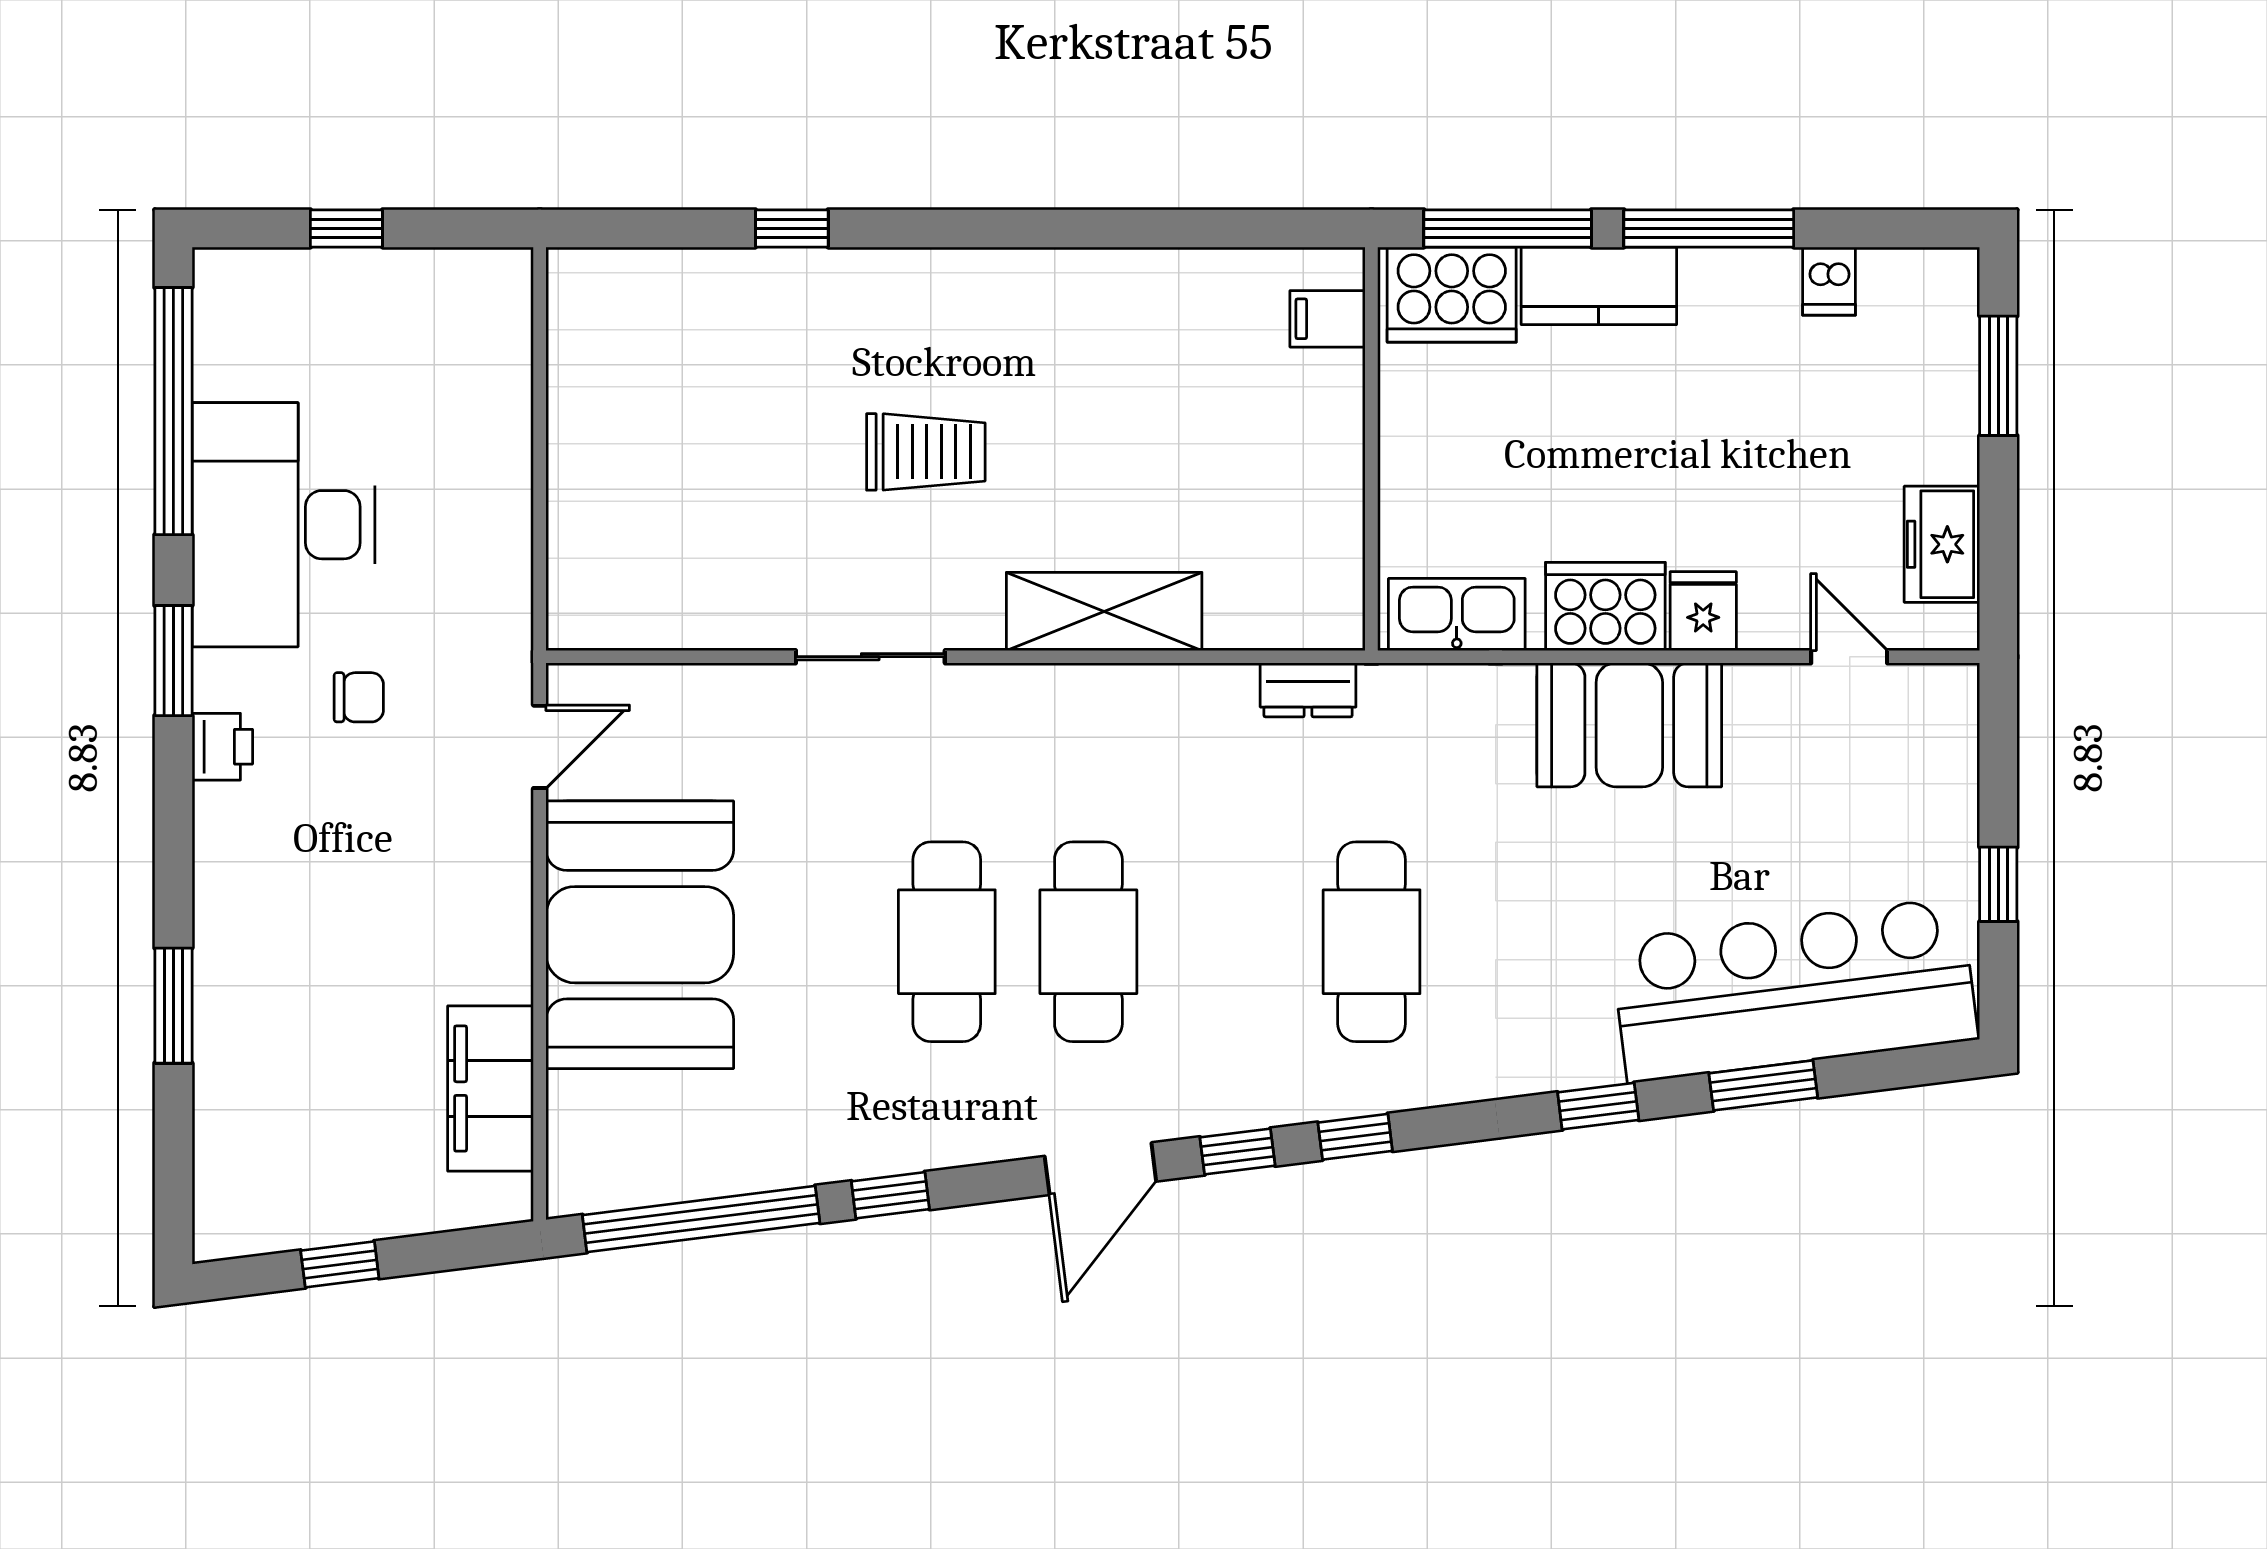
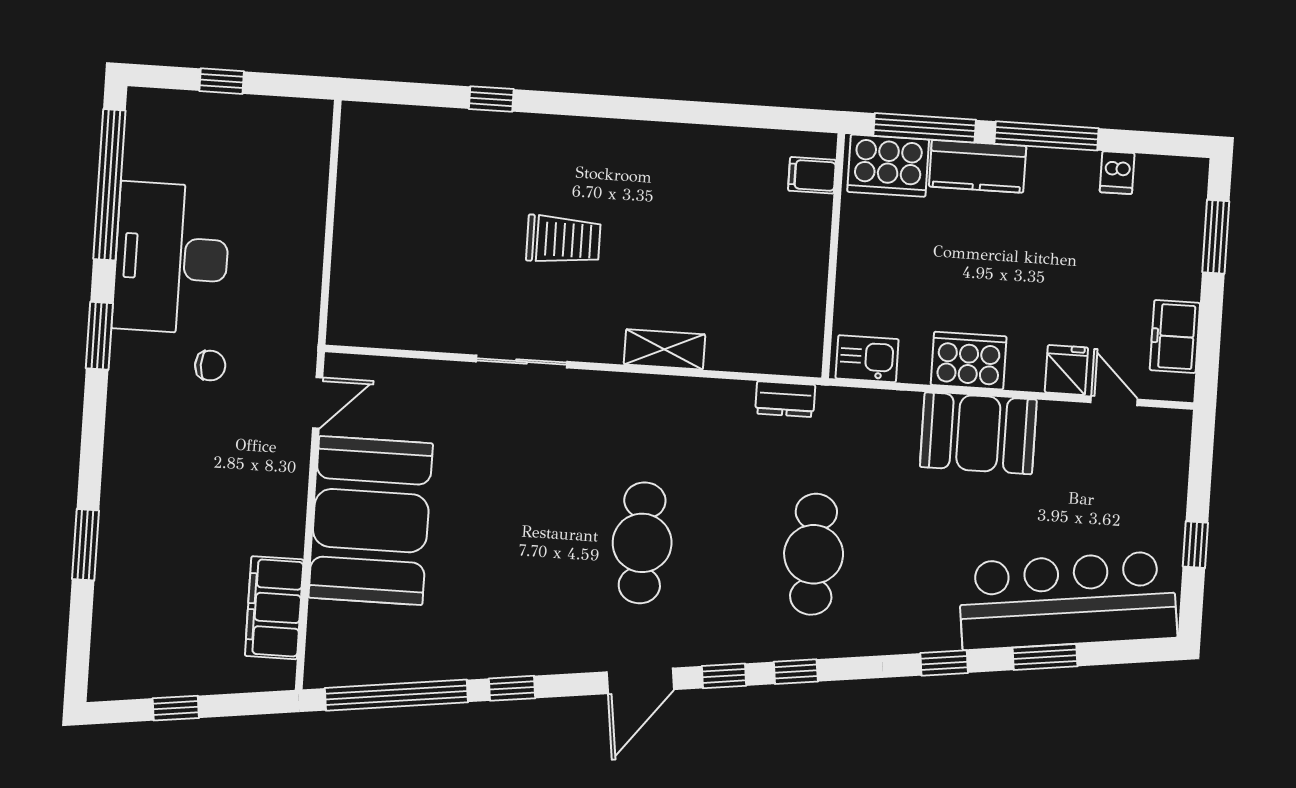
shelving: (1104, 611) -> (665, 349), width x0.67, depth x0.75
fridge: (1703, 611) -> (1066, 370), moved
kitchen sink: (1457, 614) -> (867, 359), width x0.73
printer: (222, 747) -> (126, 390), removed
cafe table: (947, 942) -> (556, 537), removed

